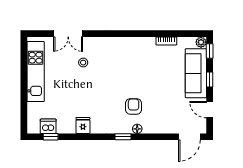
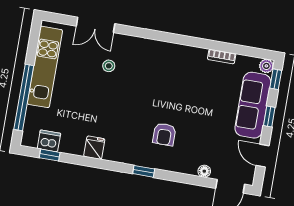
window: (24, 97) -> (24, 97), added
armchair: (134, 106) -> (164, 134), turned 180
floor lamp: (137, 129) -> (204, 171), moved

